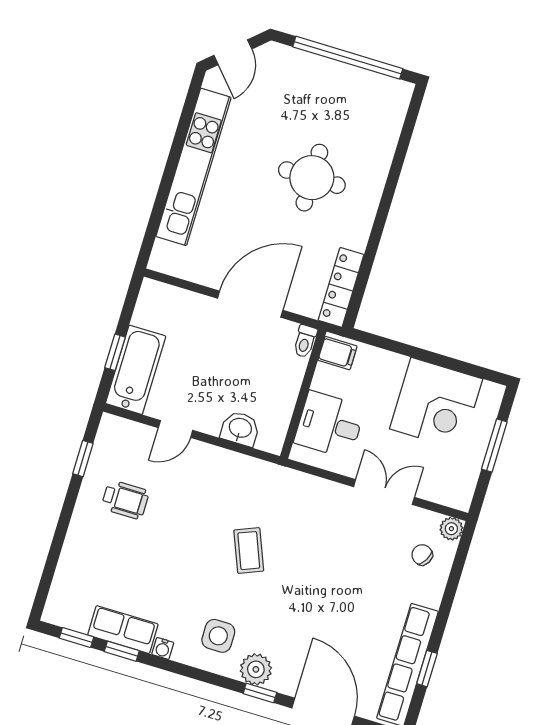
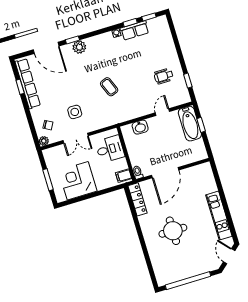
kitchen unit: (194, 167) -> (219, 216), width x0.73
side table: (218, 636) -> (75, 112), moved

